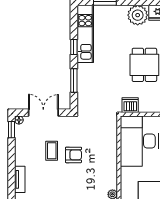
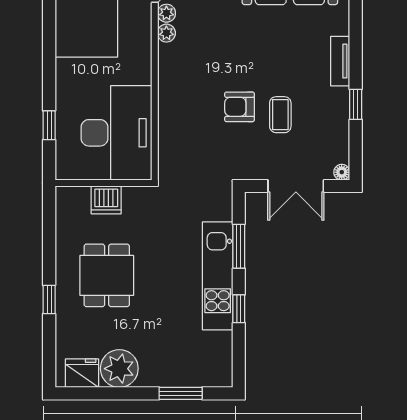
kitchen unit: (85, 34) -> (218, 276), moved
dishwasher: (130, 105) -> (106, 200), moved
window: (11, 130) -> (356, 104), moved

